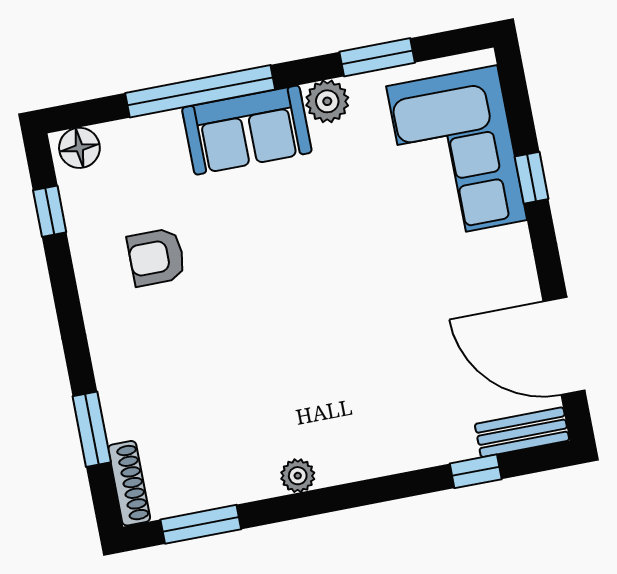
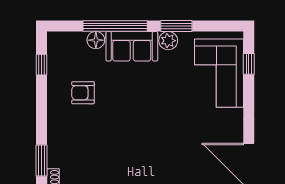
window: (377, 57) -> (176, 26), moved
floor lamp: (79, 148) -> (96, 40), moved
window: (532, 178) -> (249, 64), moved

